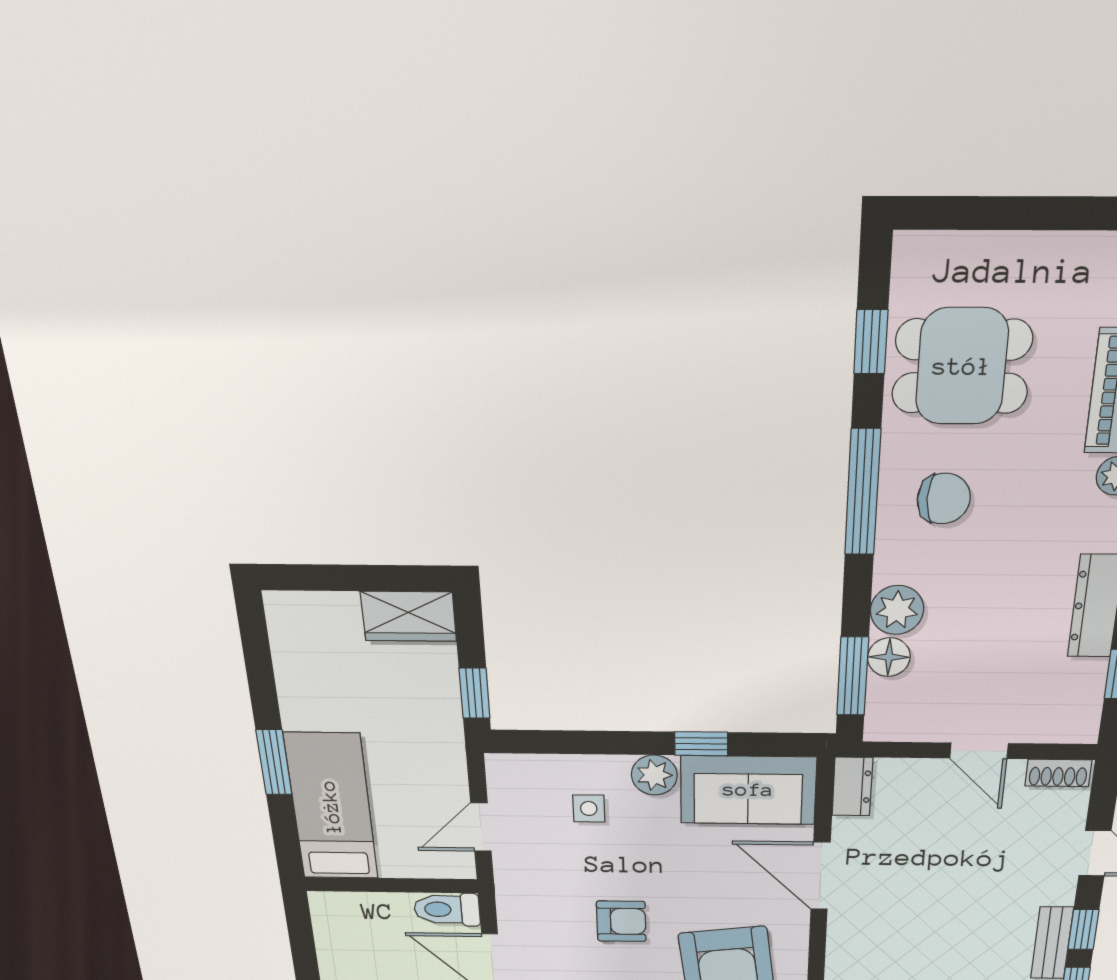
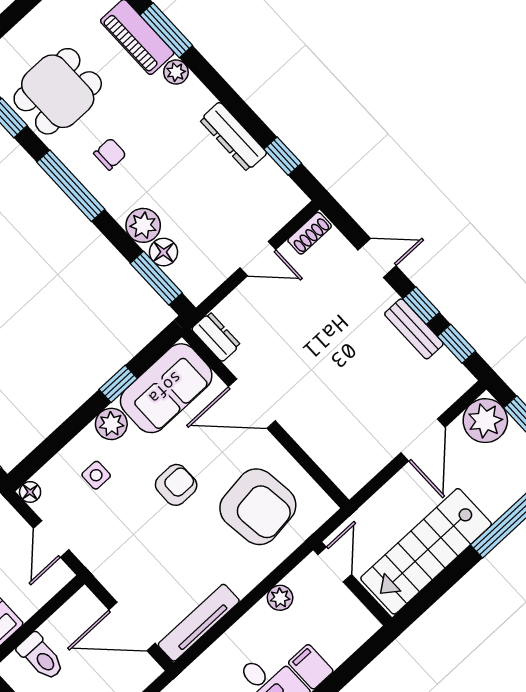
chair: (944, 499) -> (110, 154), width x0.73, depth x0.73
floor lamp: (500, 767) -> (30, 492), added
toilet: (447, 909) -> (41, 657), moved, turned -90
armchair: (621, 921) -> (176, 485), moved

